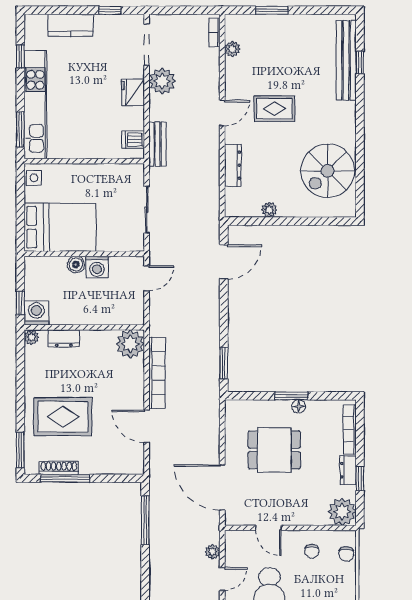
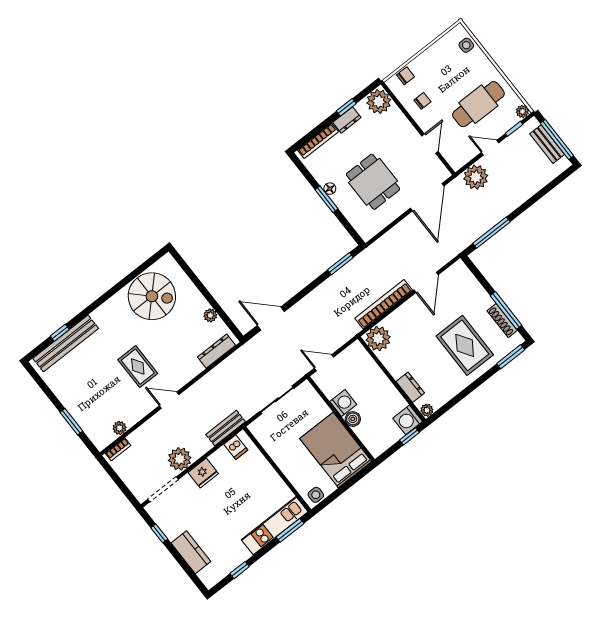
kitchen unit: (35, 105) -> (275, 526), width x0.73
dresser: (233, 165) -> (216, 351), moved
plant: (212, 552) -> (476, 177), width x1.87, depth x1.87

